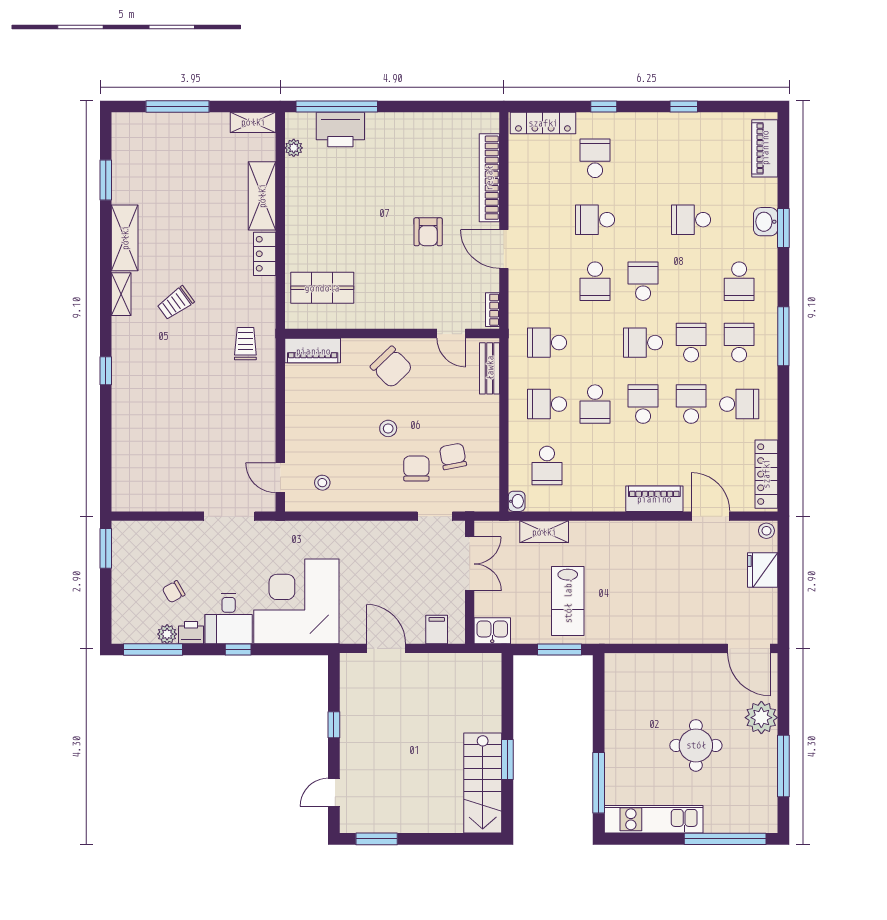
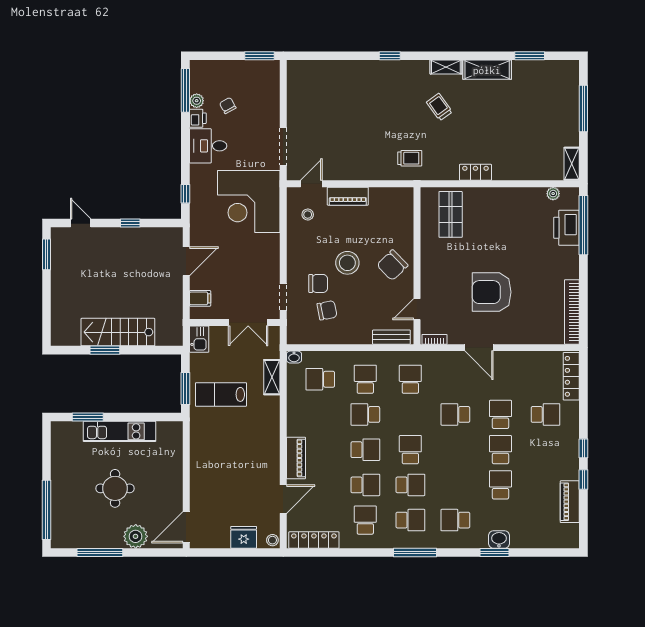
window: (604, 107) -> (583, 448), moved
piano: (765, 148) -> (570, 502), moved, turned -90
bookcase: (489, 178) -> (572, 312), moved, turned -90
shelving: (262, 196) -> (518, 170), removed
armchair: (428, 232) -> (492, 292), width x1.88, depth x1.88
door: (504, 249) -> (479, 348), swing flipped
school desk: (643, 281) -> (500, 450), moved, turned -90
piano: (313, 351) -> (348, 196), moved, turned -90
school desk: (739, 404) -> (365, 520), turned 180
stool: (388, 428) -> (347, 263), width x1.89, depth x1.89
corner desk: (296, 601) -> (249, 201), moved, turned 180
window: (238, 650) -> (185, 194), moved
stairs: (483, 783) -> (118, 332), moved
window: (599, 783) -> (88, 417), width x0.69
kitchen unit: (654, 819) -> (119, 431), moved, turned 90

